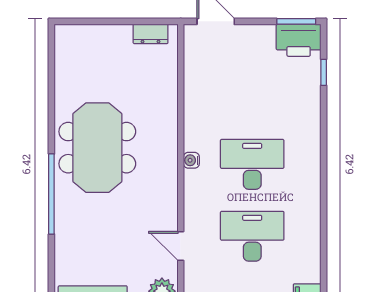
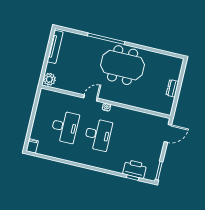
dresser: (151, 34) -> (172, 88), moved
printer: (299, 40) -> (135, 169), moved, turned 90
door: (181, 246) -> (91, 98), moved

